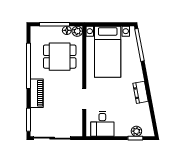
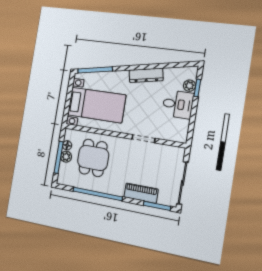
plant: (77, 31) -> (66, 157), moved
dresser: (141, 92) -> (146, 75), width x1.44
piano: (37, 93) -> (141, 193), moved
desk: (102, 124) -> (178, 104), moved

